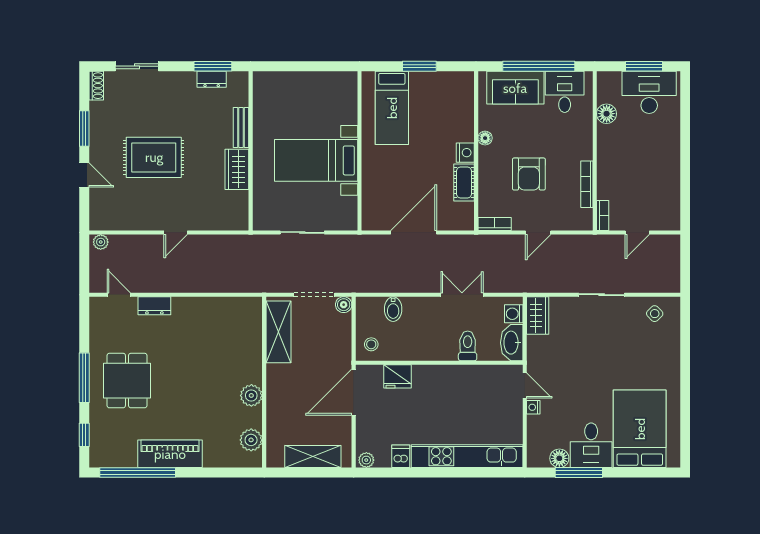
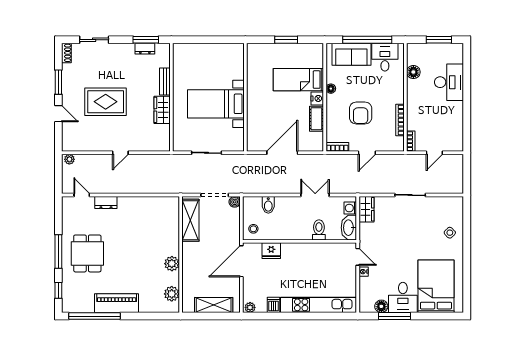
desk: (649, 92) -> (449, 82), moved, turned 90
bed: (392, 108) -> (298, 80), moved, turned 90
side table: (655, 314) -> (450, 233), moved

